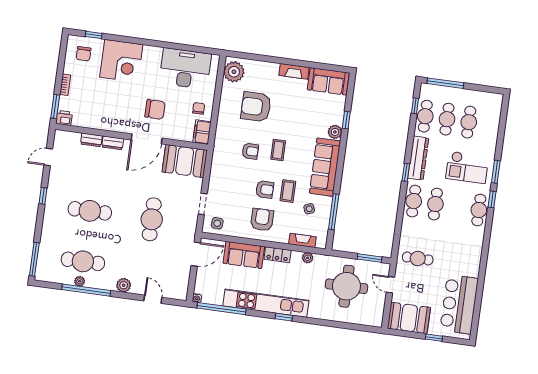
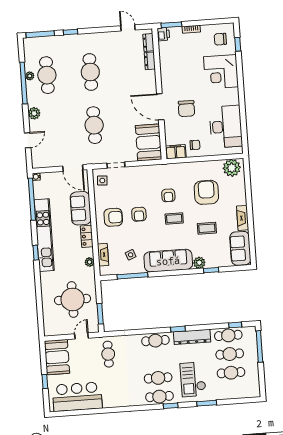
dresser: (113, 143) -> (148, 43), moved
window: (496, 172) -> (207, 403), moved
coffee table: (288, 191) -> (207, 228), moved
window: (43, 196) -> (71, 32), moved
cafe table: (435, 204) -> (158, 378), moved
cafe table: (152, 219) -> (94, 125), turned 90

